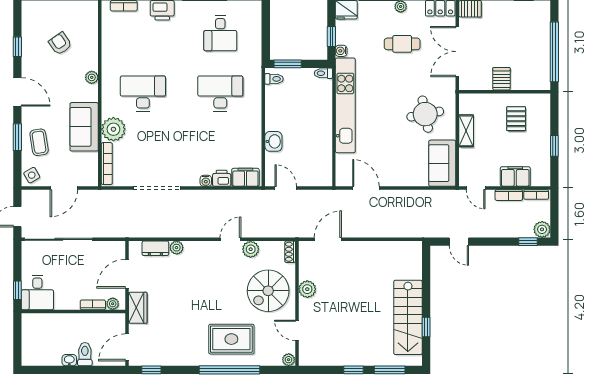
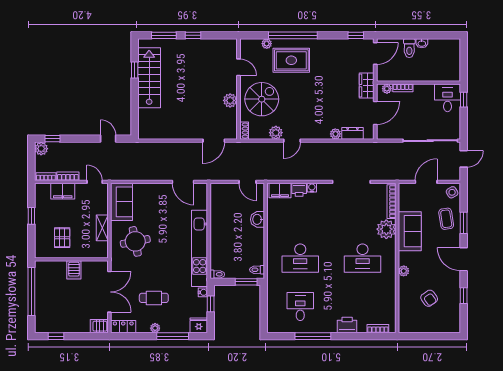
plant: (289, 360) -> (267, 44), moved

